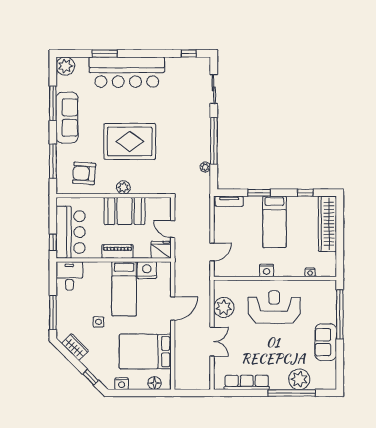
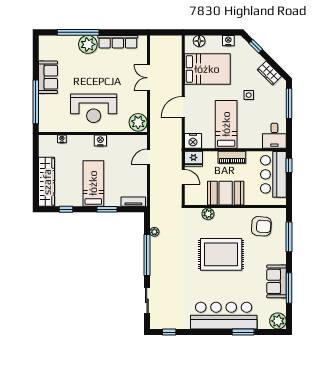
sofa: (67, 118) -> (276, 281), width x0.73
plant: (123, 187) -> (208, 214), moved
nightstand: (147, 270) -> (193, 141), moved
plant: (224, 307) -> (138, 122), moved
plant: (299, 379) -> (88, 44), moved

